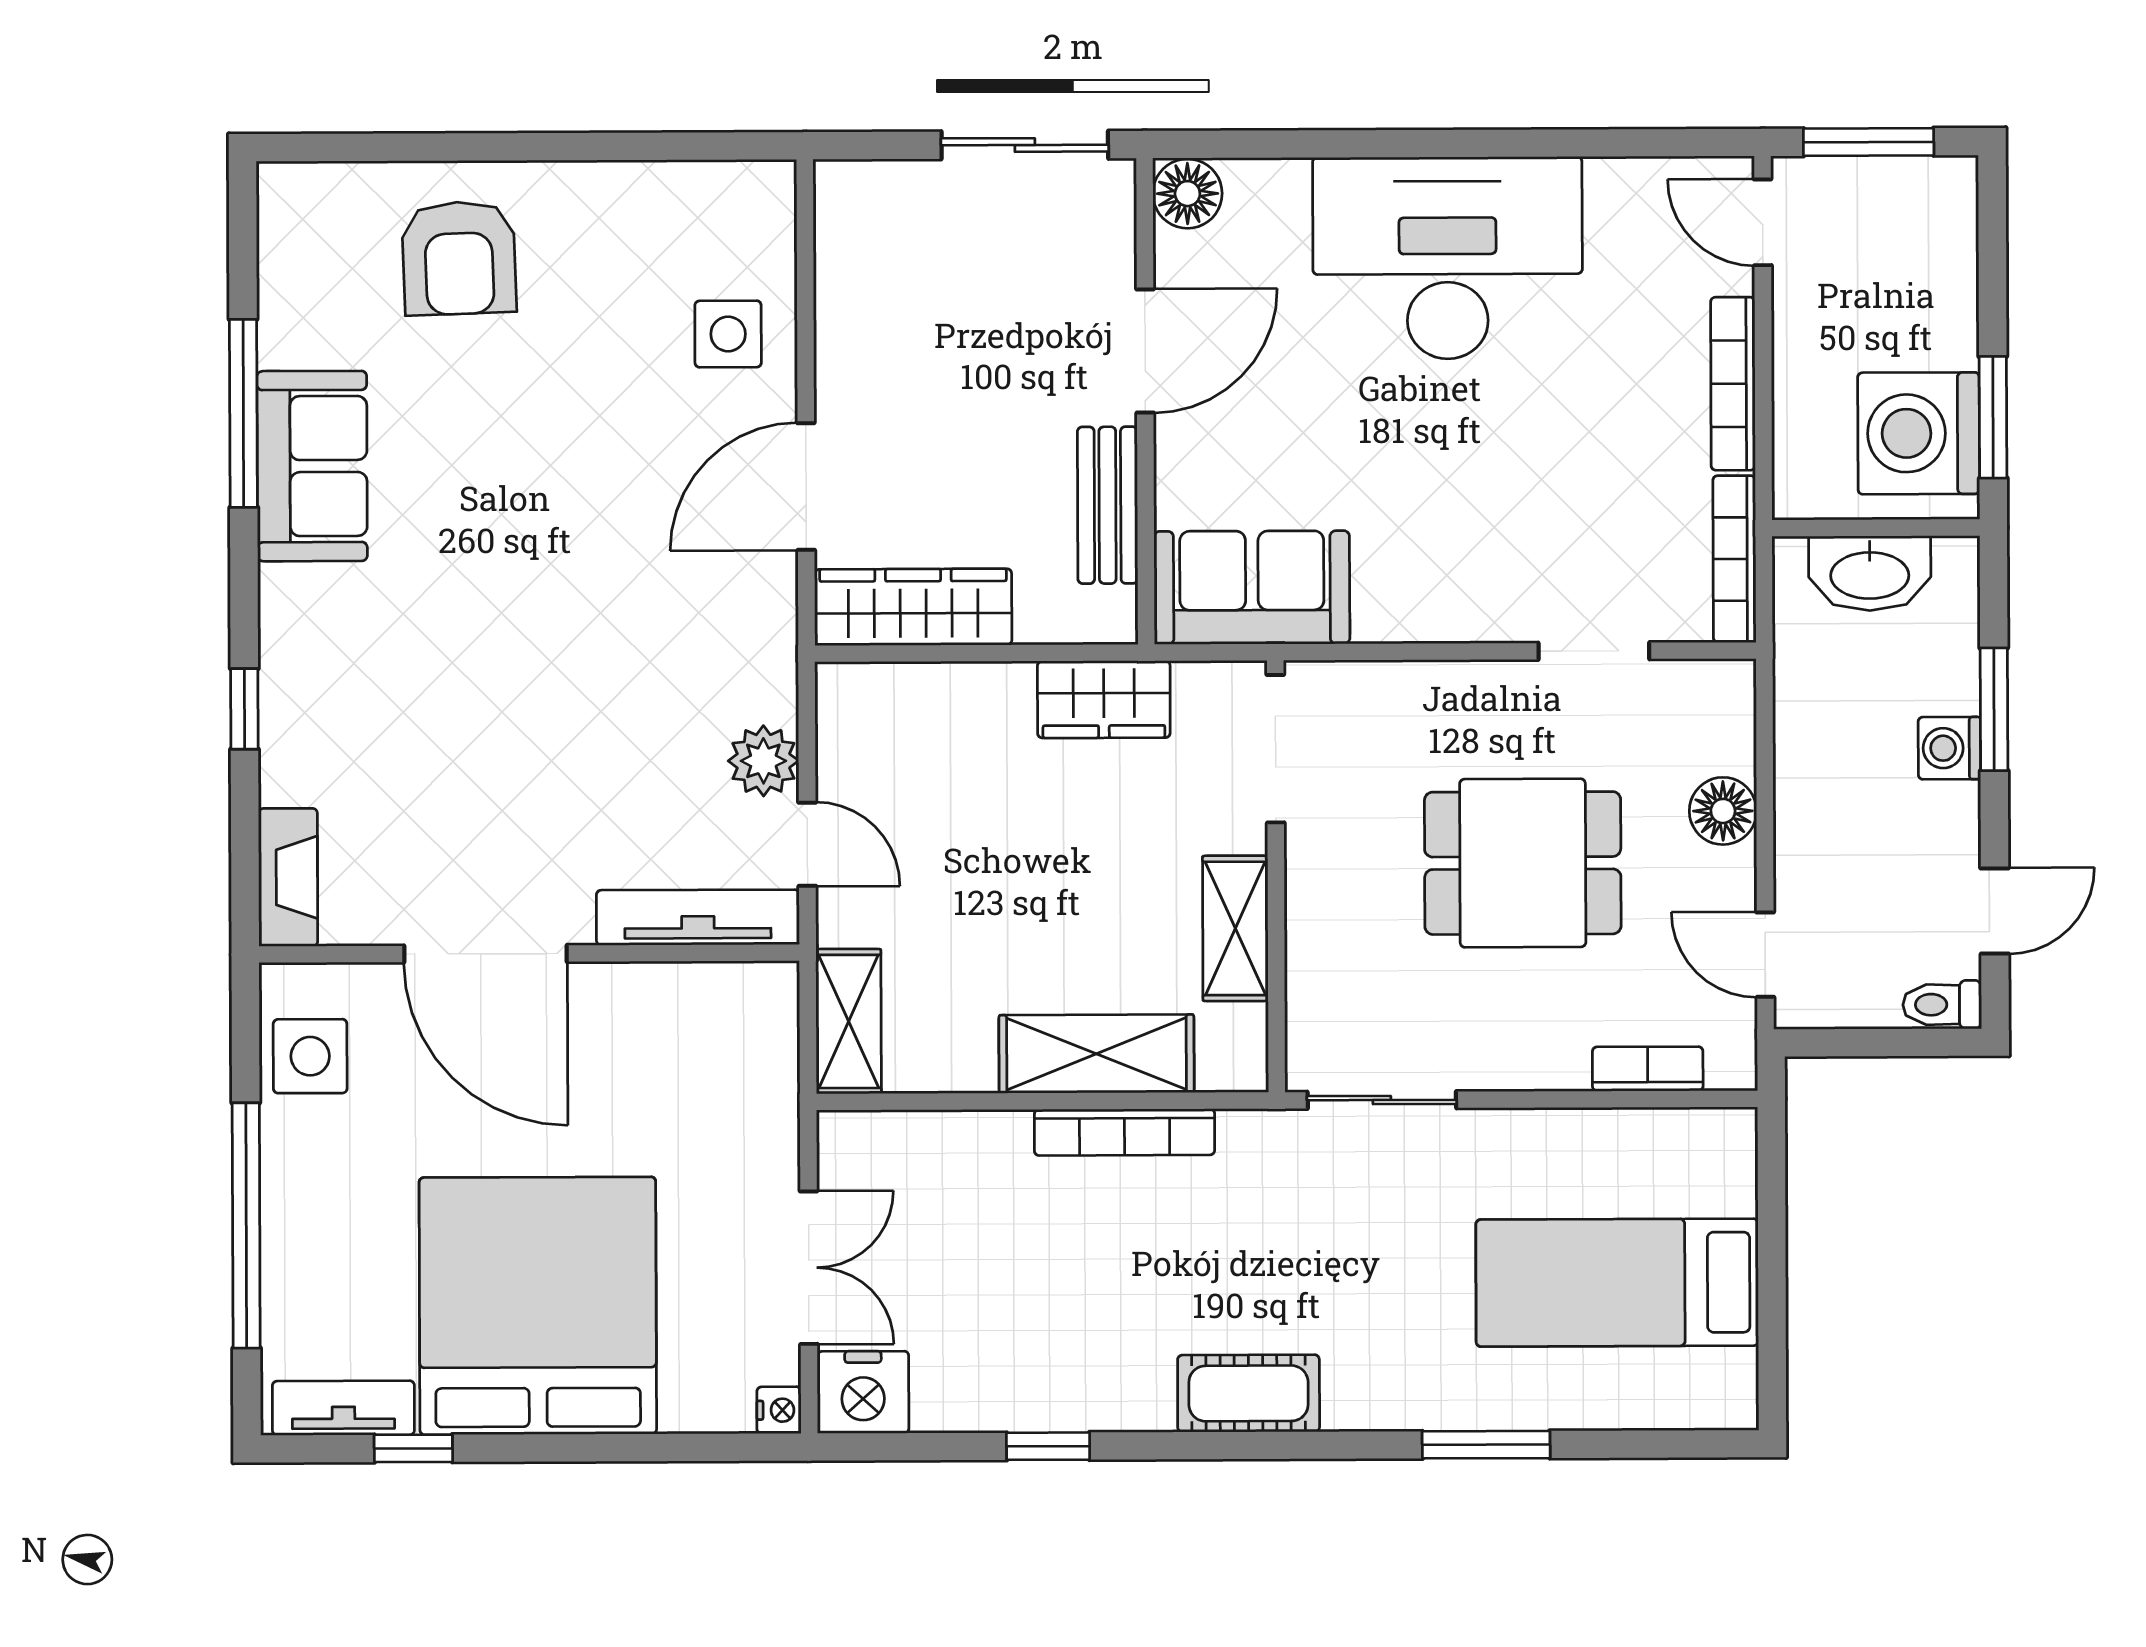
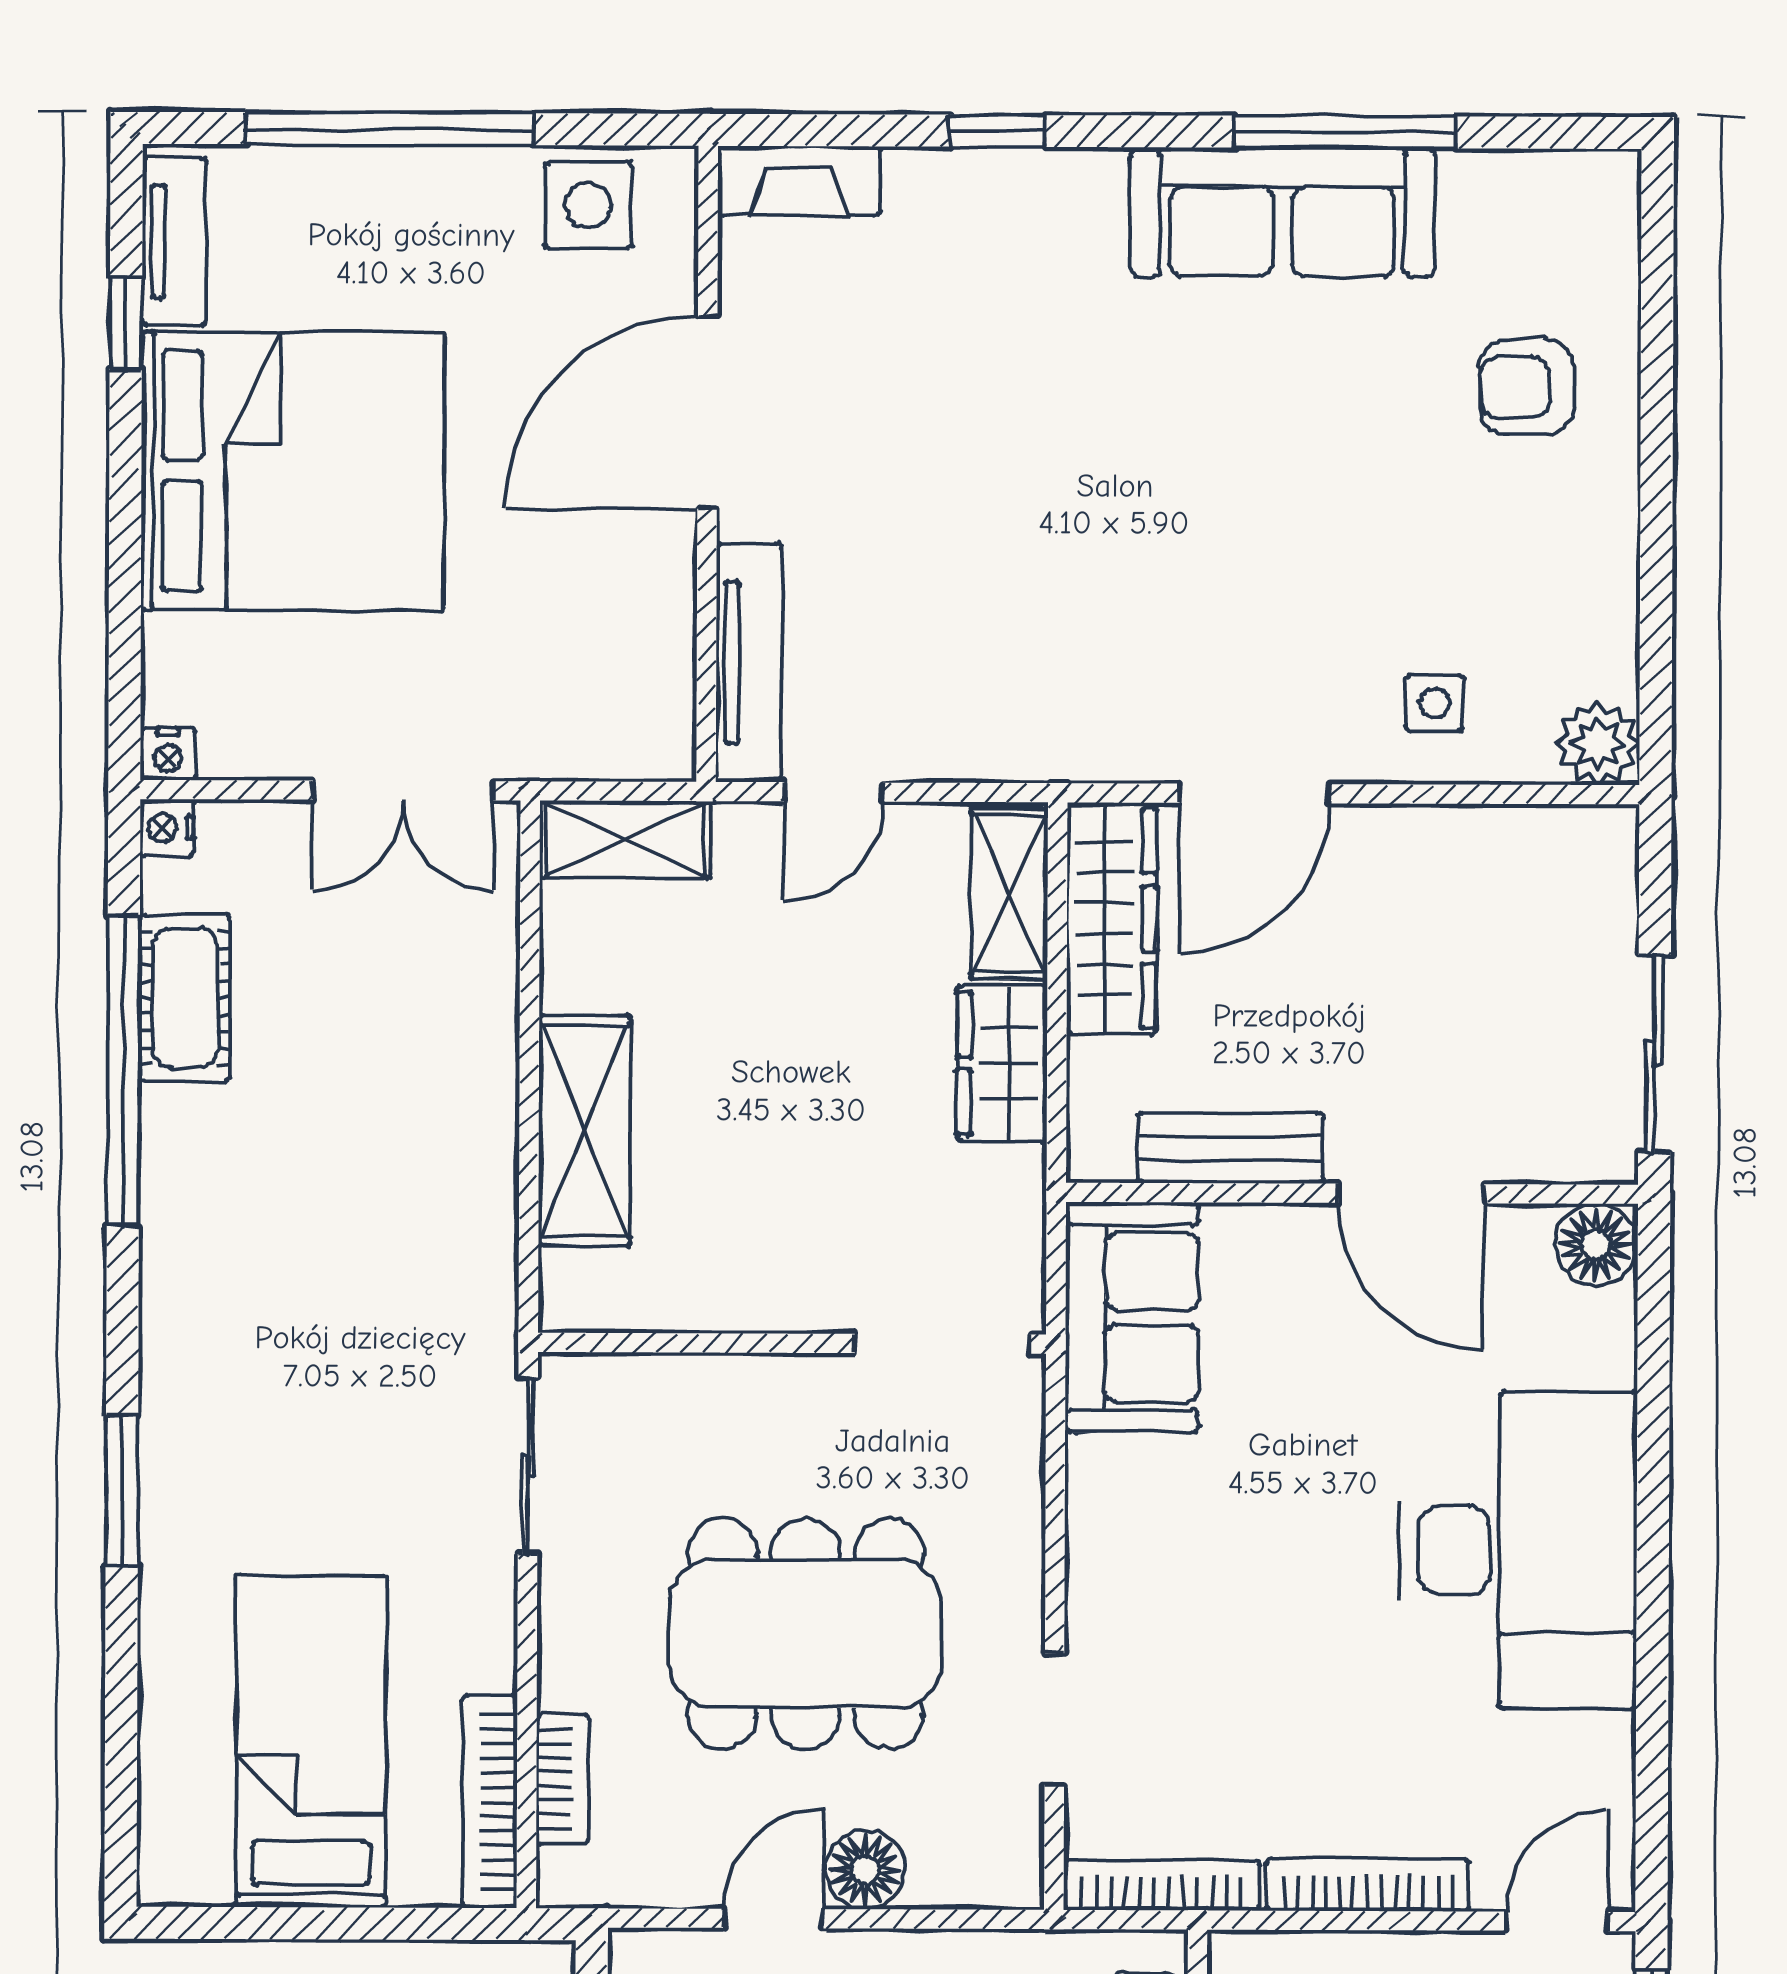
armchair: (459, 258) -> (1526, 387), width x0.72, depth x0.72
side table: (728, 334) -> (1435, 703), width x0.73, depth x0.73
sofa: (312, 466) -> (1283, 212), width x1.36
door: (806, 486) -> (1255, 793), swing flipped
wardrobe: (1104, 699) -> (1002, 1064), moved
plant: (763, 761) -> (1598, 743), moved
dining table: (1523, 863) -> (806, 1634), width x1.38
shelving: (1235, 928) -> (1009, 894), moved, turned 90
door: (1765, 955) -> (773, 1919), moved
bookcase: (1125, 1132) -> (490, 1802), moved
double door: (809, 1268) -> (403, 790), moved
nightstand: (863, 1392) -> (167, 828), width x0.53, depth x0.56
cot: (1249, 1393) -> (185, 998), moved
window: (1486, 1445) -> (122, 1491), moved
window: (1048, 1446) -> (123, 1070), width x3.17

